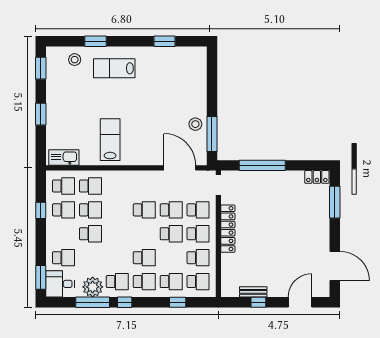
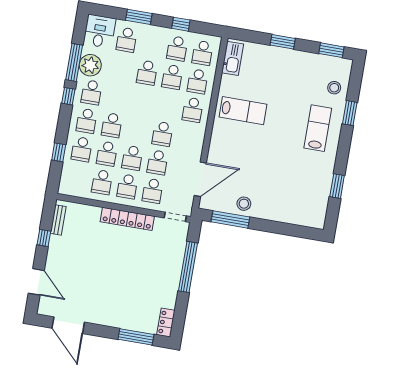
school desk: (117, 186) -> (193, 110), added
door: (335, 266) -> (68, 325), hinge flipped
window: (41, 277) -> (139, 17), moved
school desk: (198, 282) -> (107, 154), moved
bench: (253, 292) -> (58, 220), moved

